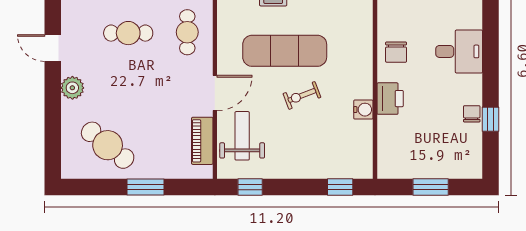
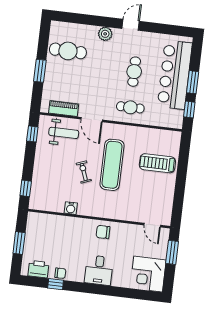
printer: (390, 99) -> (38, 269), moved, turned 180
cafe table: (108, 145) -> (68, 51), turned 52

